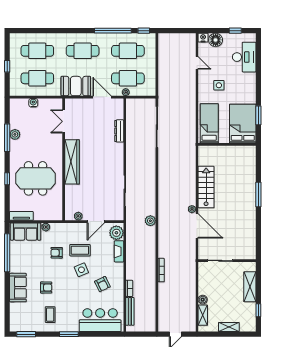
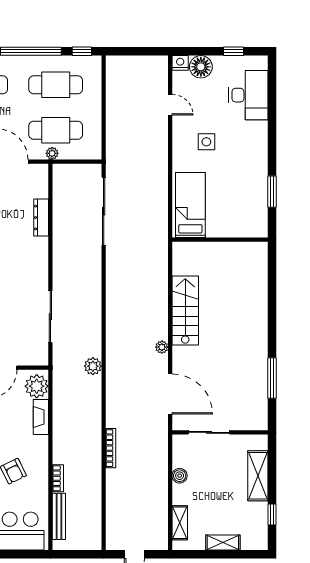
bed: (243, 124) -> (246, 205), removed
window: (258, 195) -> (272, 378), moved
door: (197, 226) -> (170, 394), moved
boiler: (203, 300) -> (180, 476), moved

